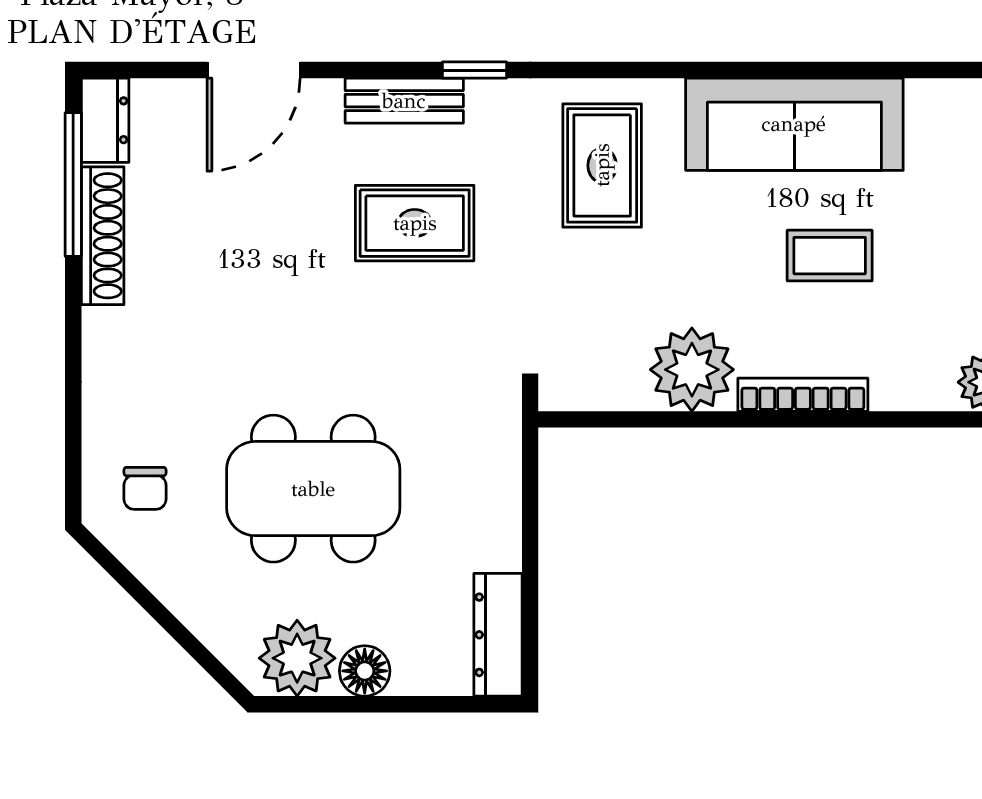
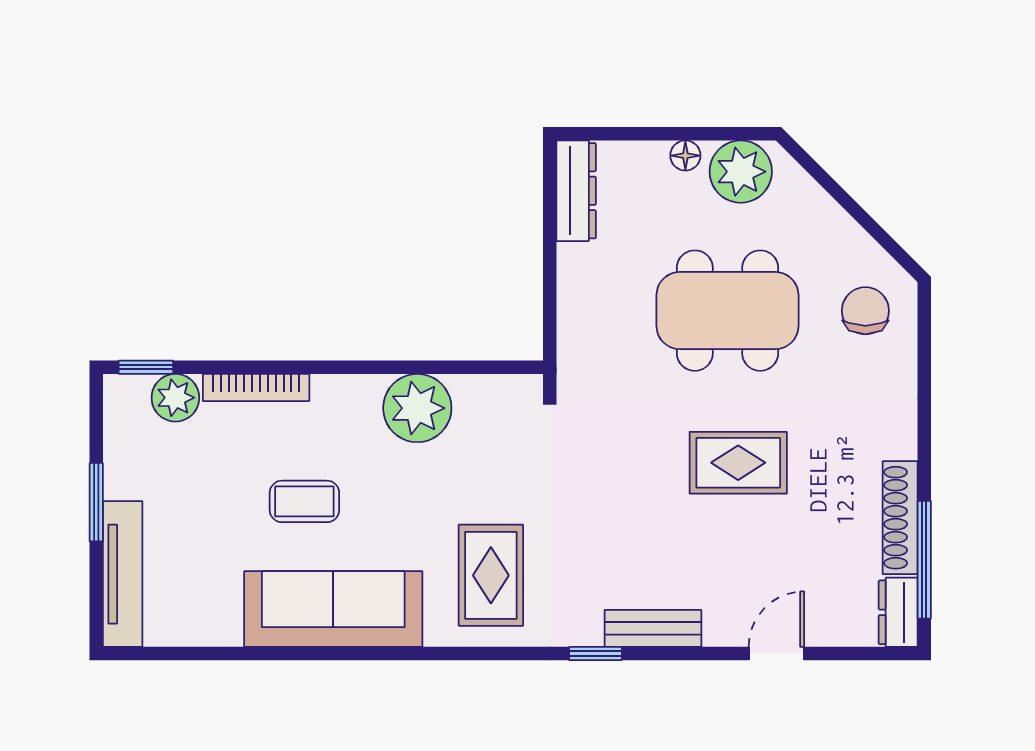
door: (254, 70) -> (776, 653), width x0.73
rug: (415, 223) -> (738, 463), moved
bookcase: (803, 395) -> (256, 387), moved
chair: (145, 488) -> (865, 311), width x1.37, depth x1.37
floor lamp: (365, 671) -> (685, 156), width x0.73, depth x0.73

